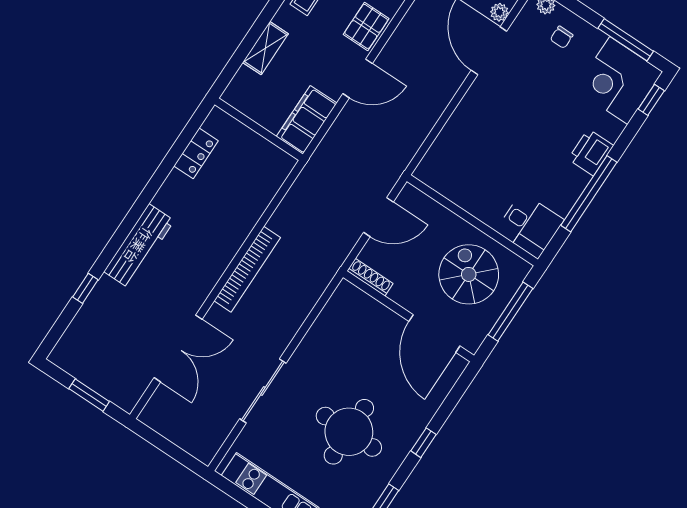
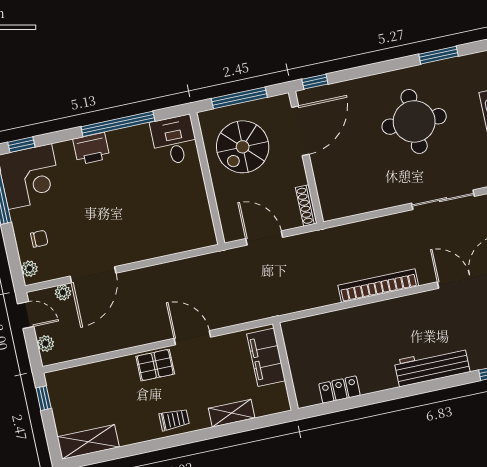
filing cabinet: (307, 120) -> (266, 357), moved, turned 90
window: (423, 443) -> (315, 82), moved

